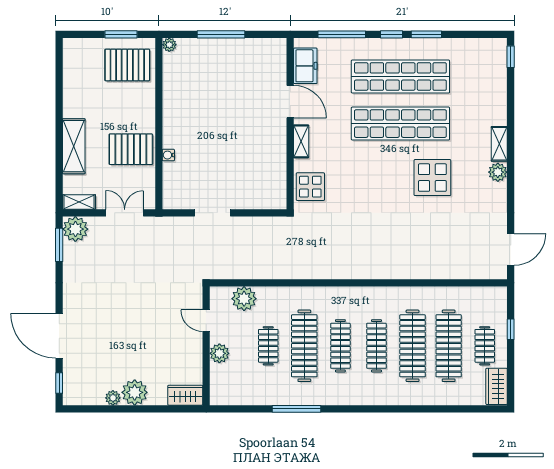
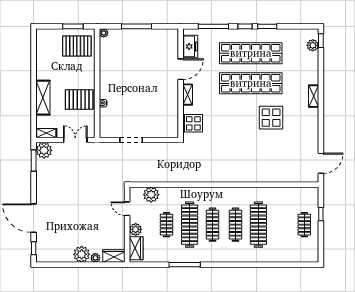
door: (290, 102) -> (181, 69), hinge flipped
plant: (498, 172) -> (313, 45), moved
clothes rail: (449, 346) -> (281, 225), removed
wardrobe: (497, 386) -> (136, 248), moved, turned 180
plant: (113, 398) -> (95, 258), moved

